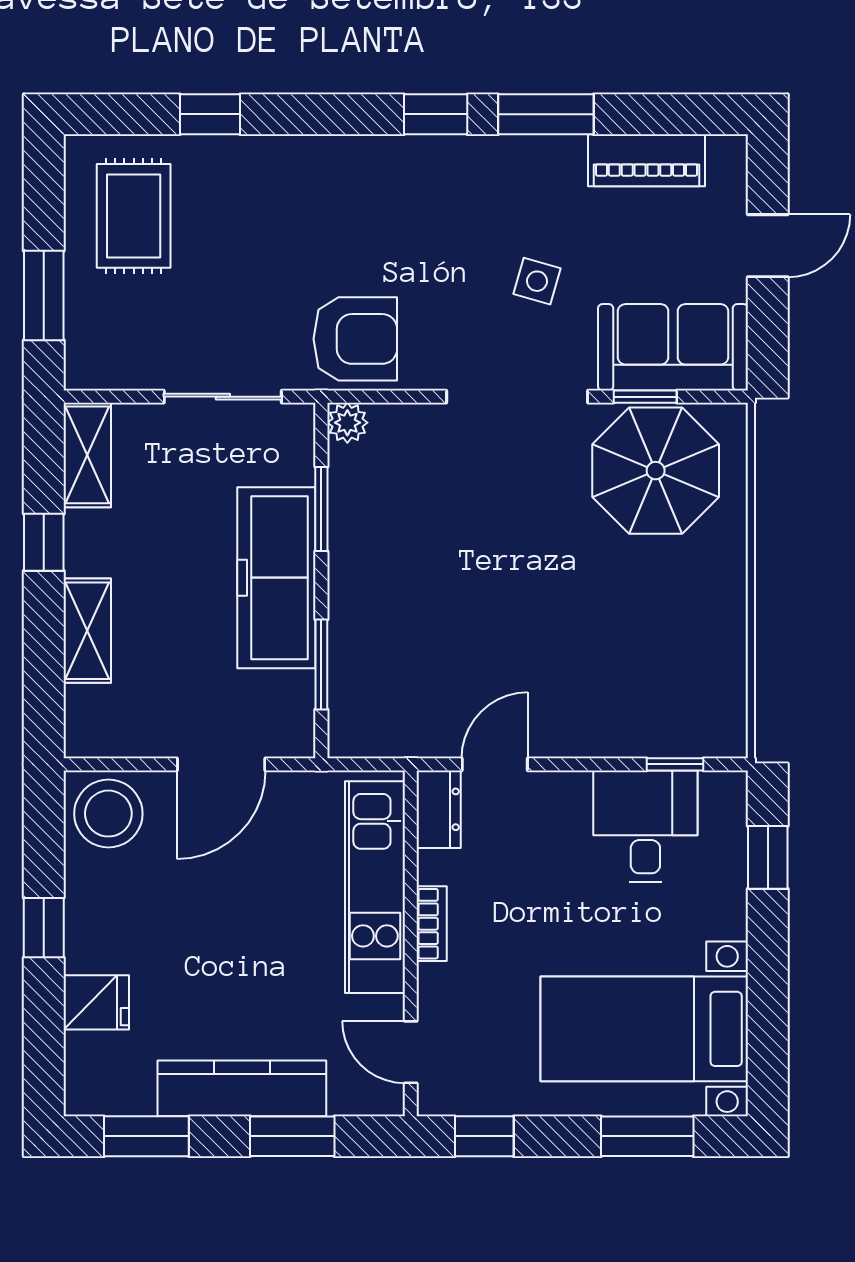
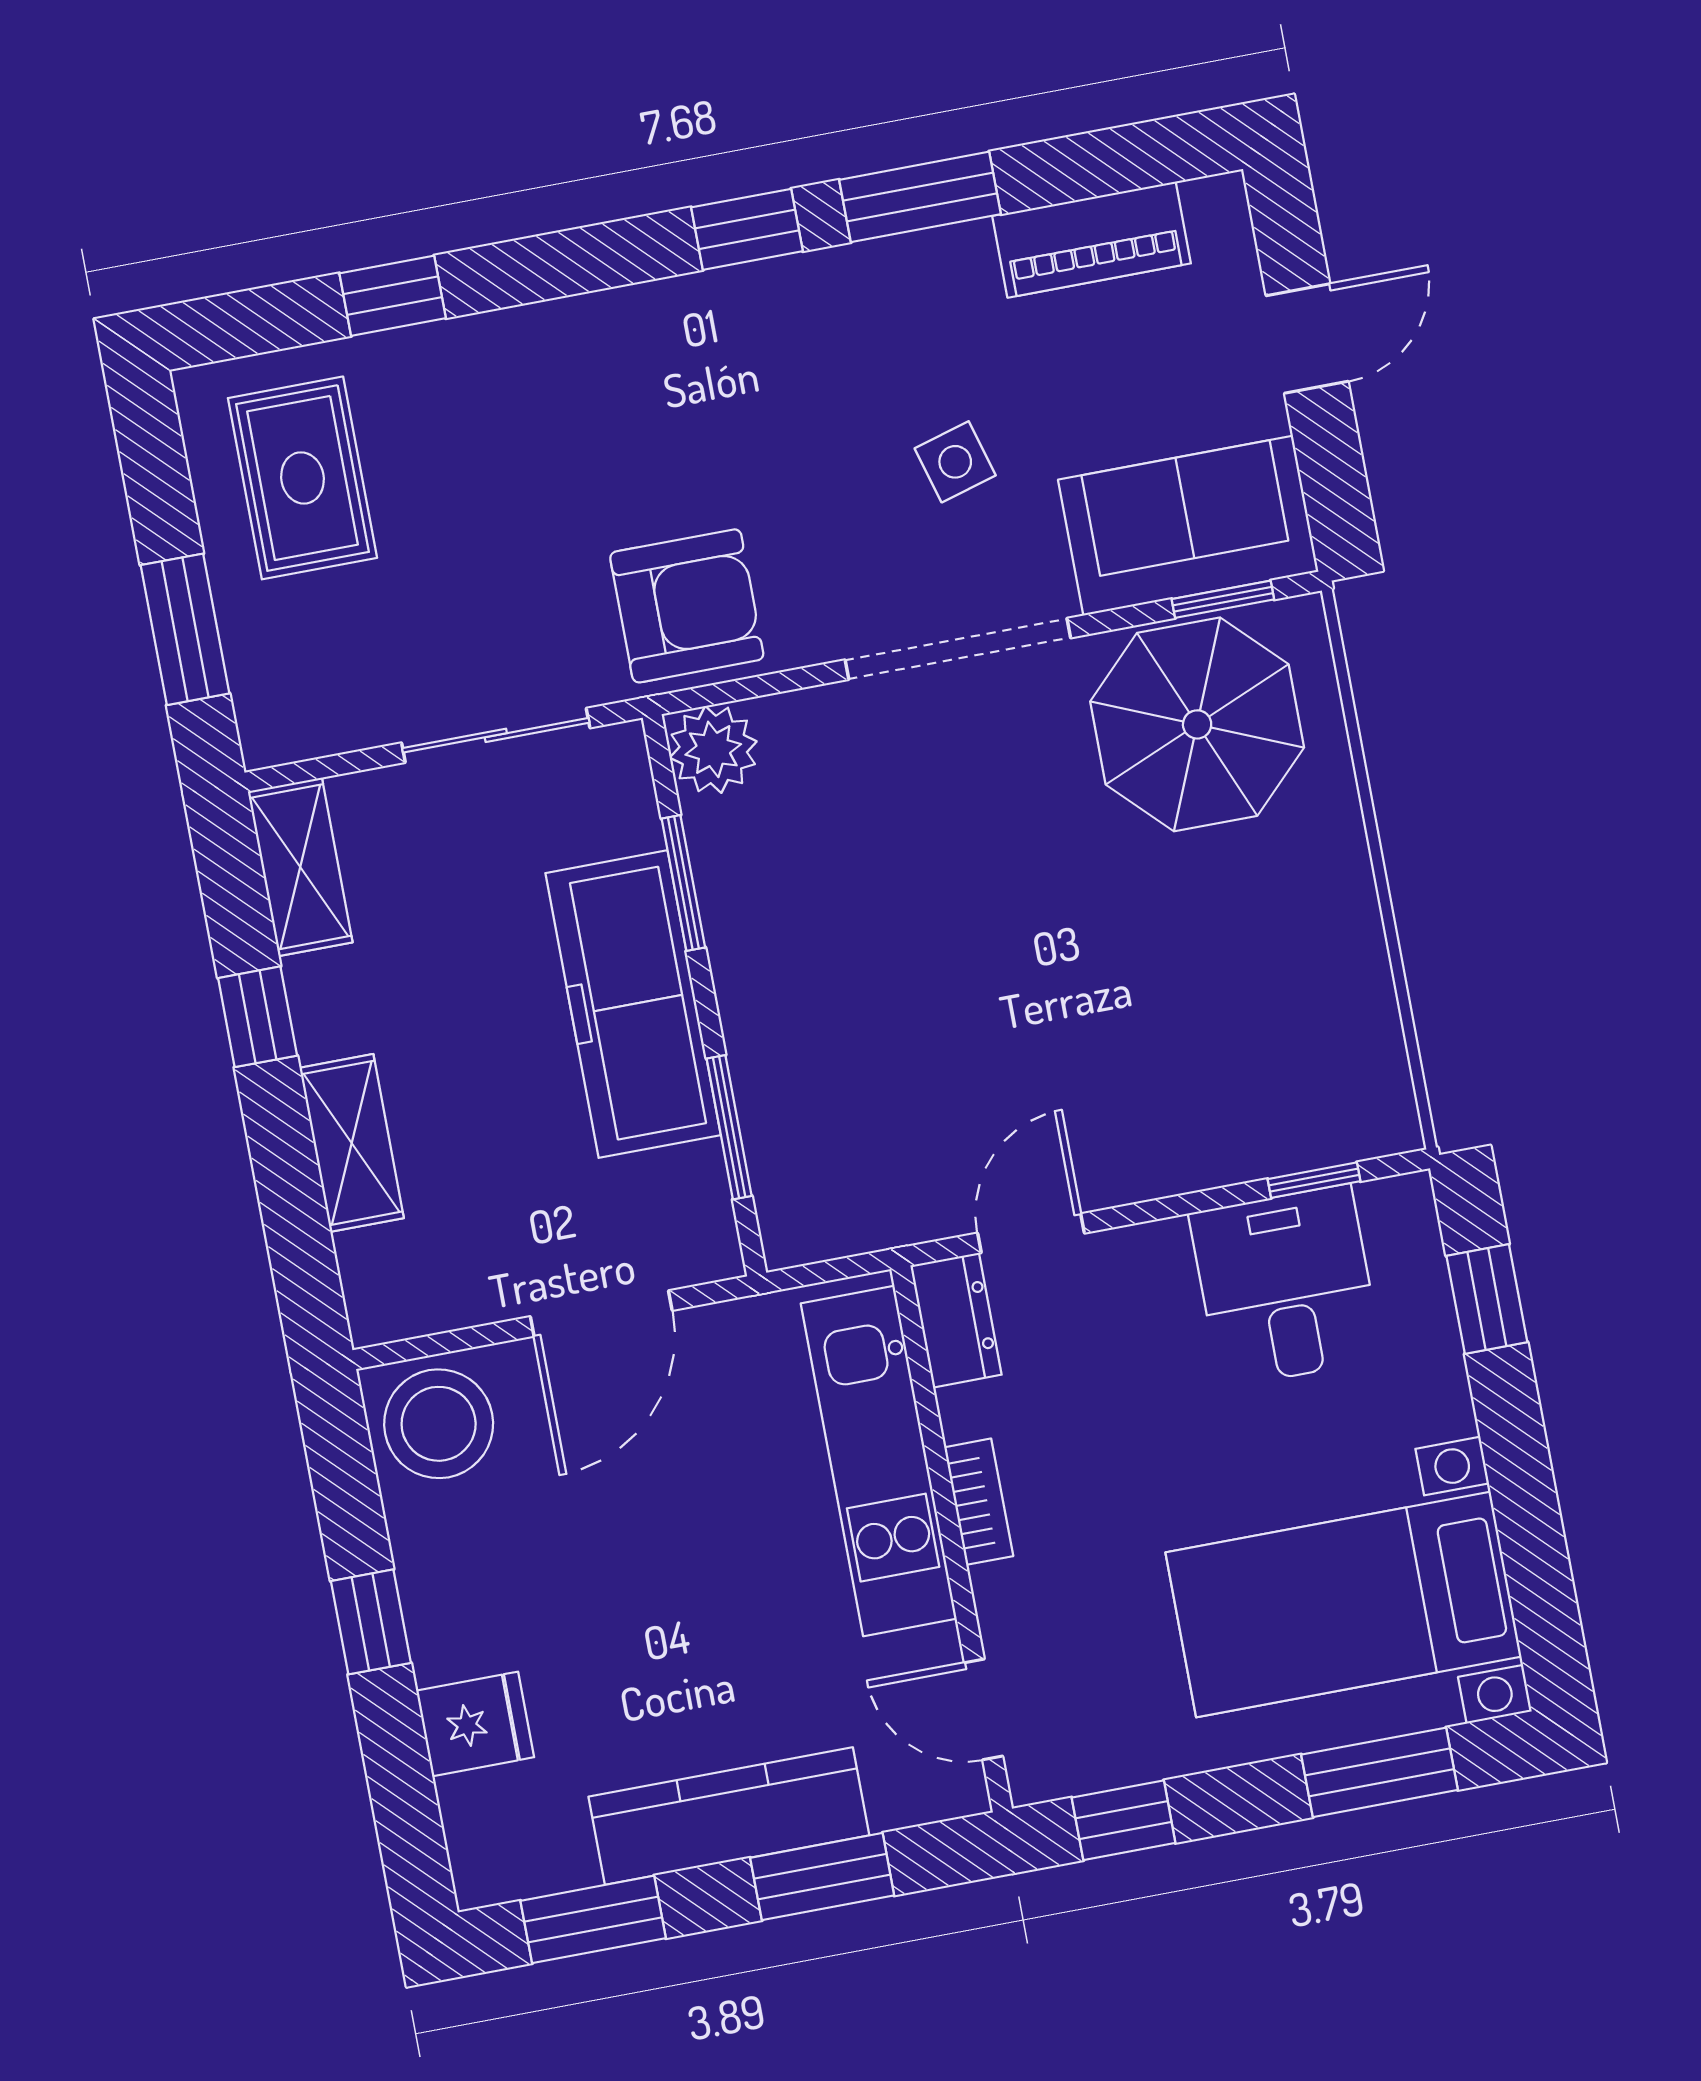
side table: (537, 281) -> (955, 462), turned -32
window: (645, 397) -> (1223, 599), moved
plant: (347, 423) -> (713, 749), width x1.38, depth x1.38

